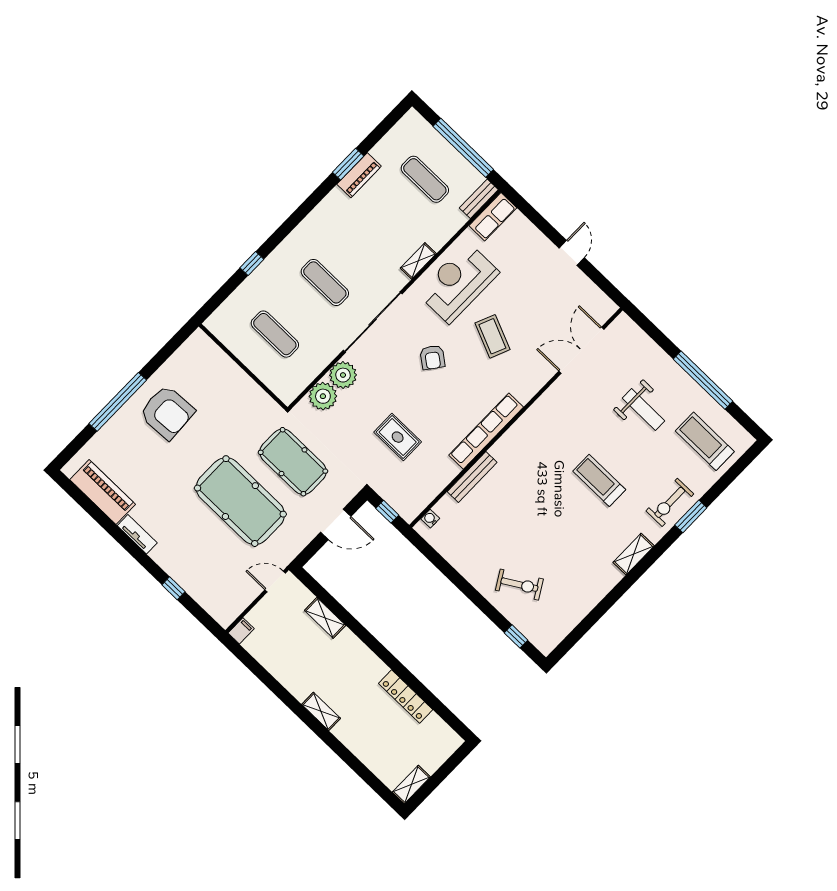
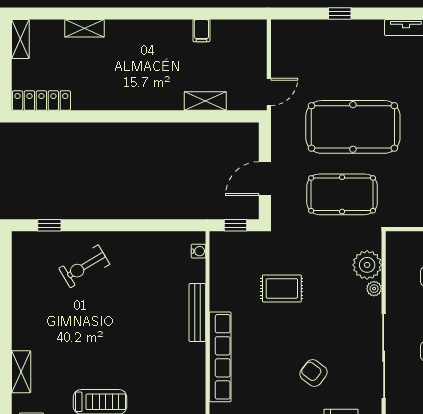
plant: (343, 375) -> (374, 289), width x0.53, depth x0.53
filing cabinet: (241, 631) -> (201, 31), moved
locker: (406, 697) -> (41, 101), moved
shelving: (321, 711) -> (84, 28), moved

